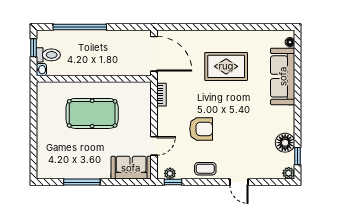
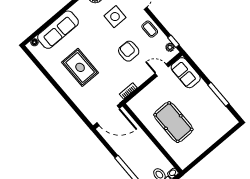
door: (154, 54) -> (108, 116), swing flipped
side table: (247, 145) -> (115, 17), added

